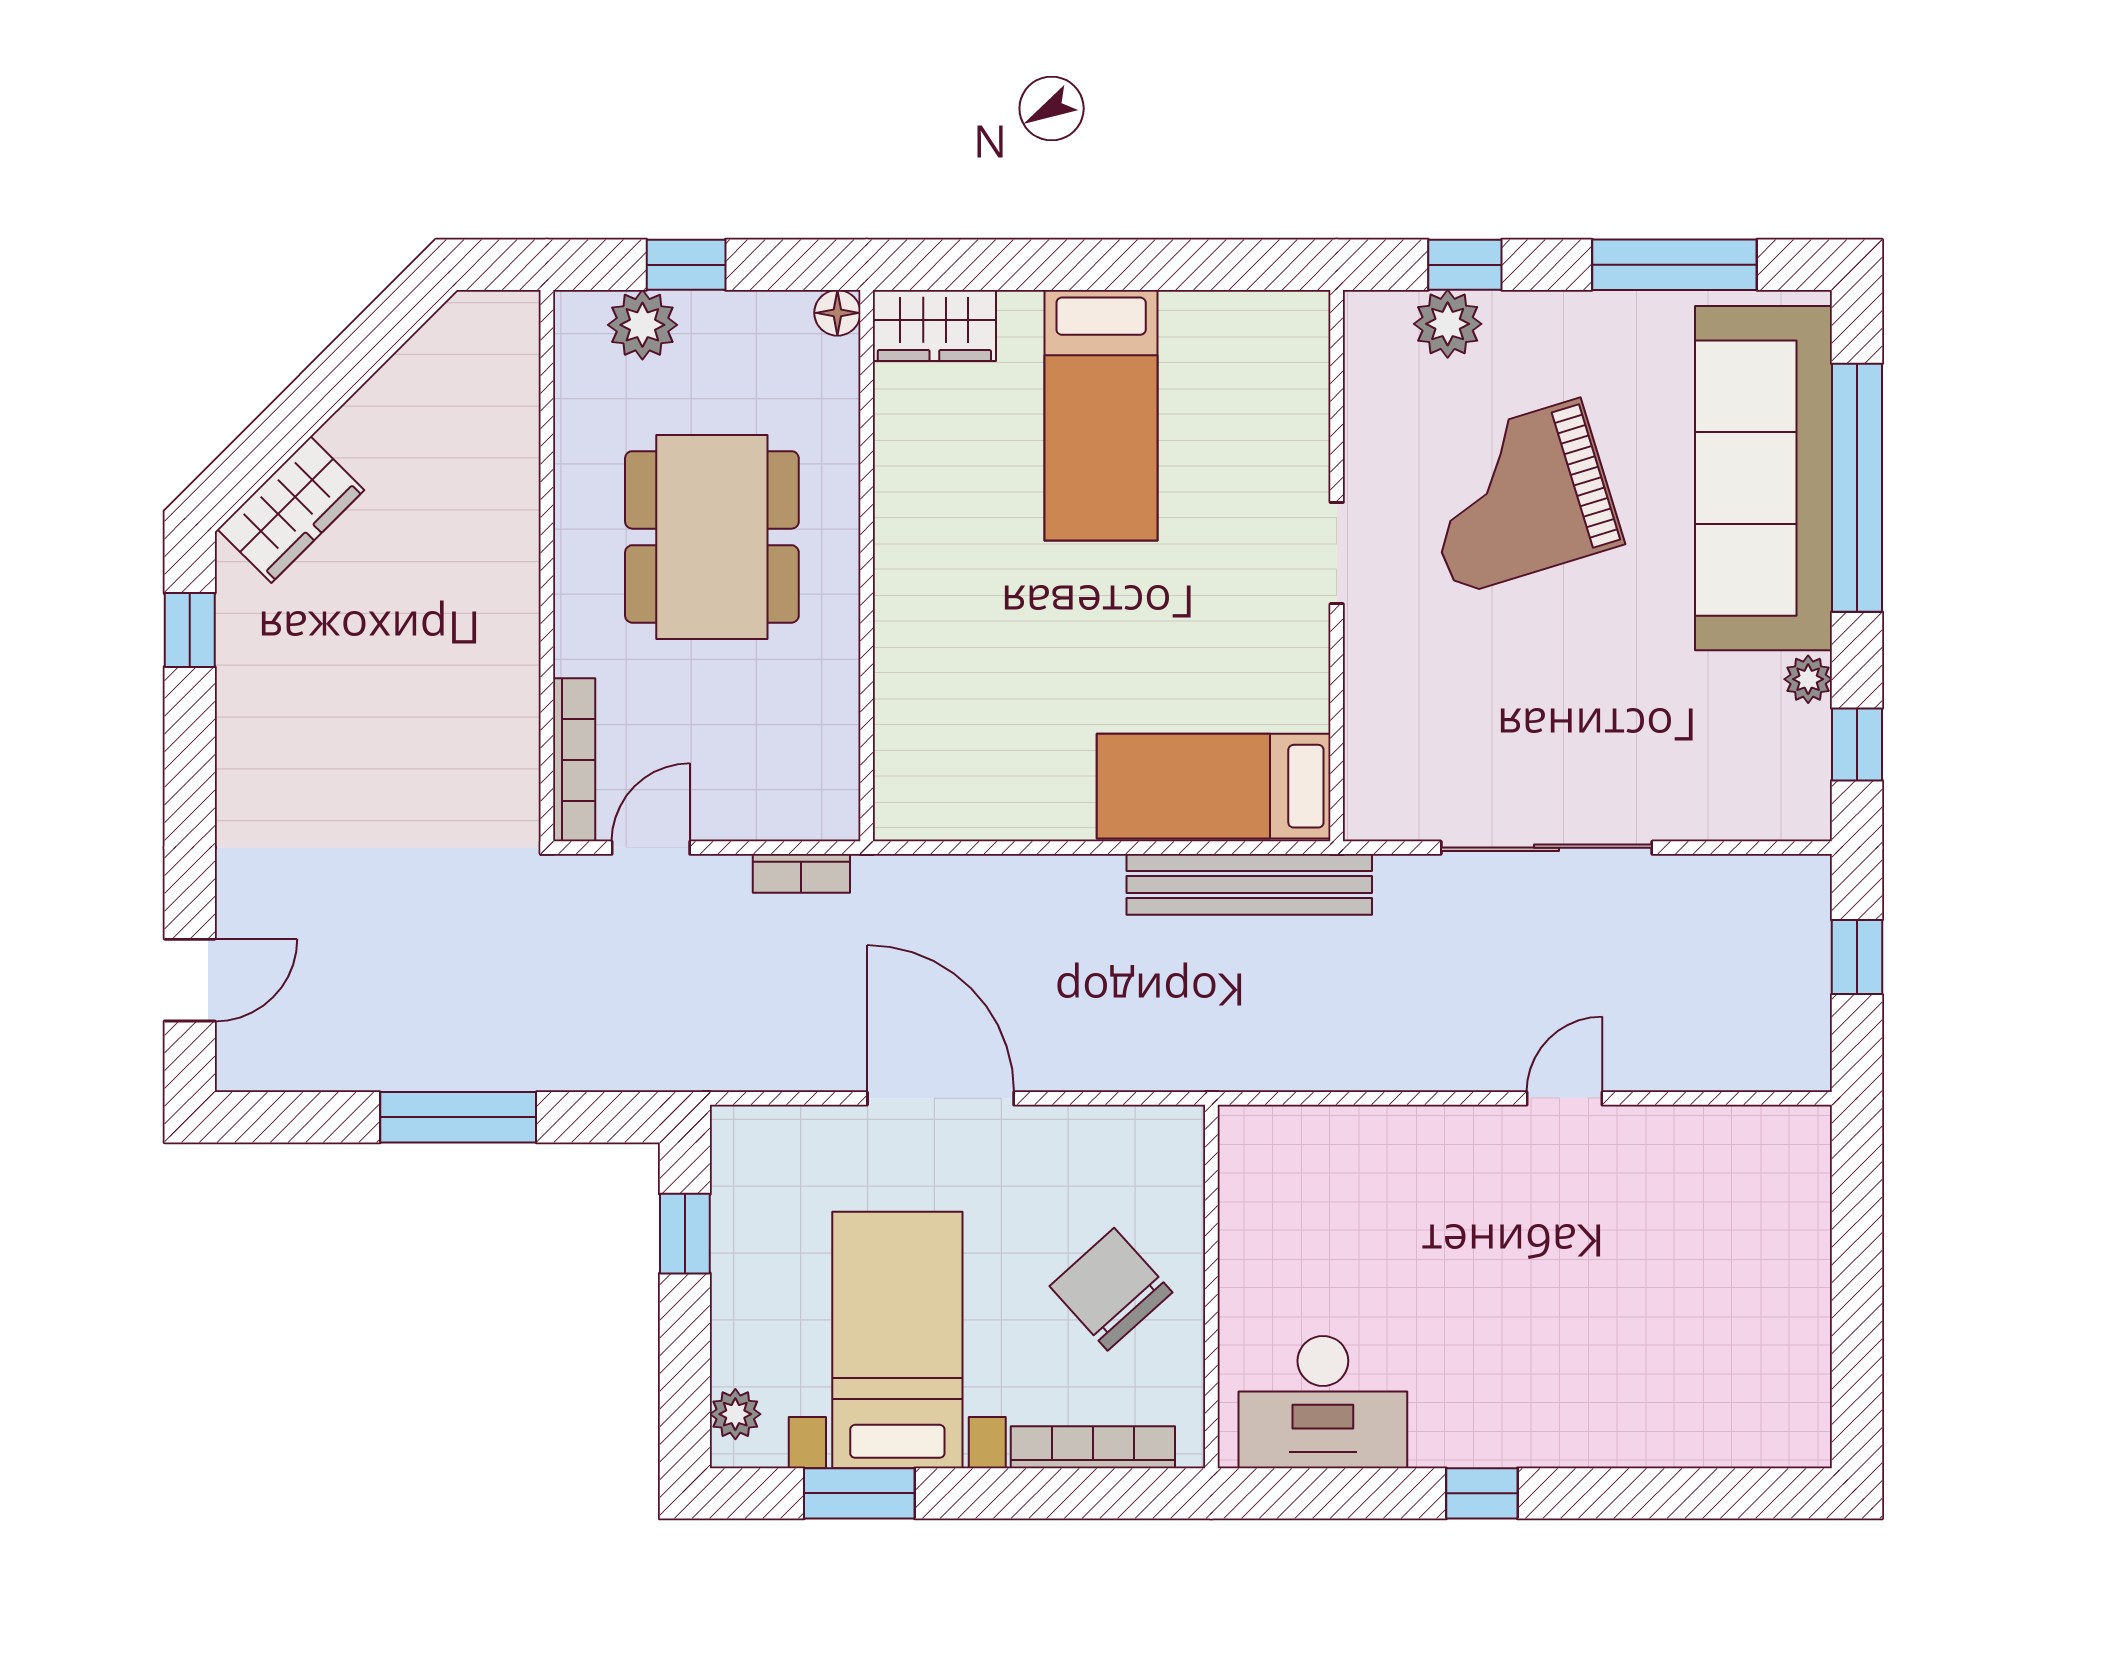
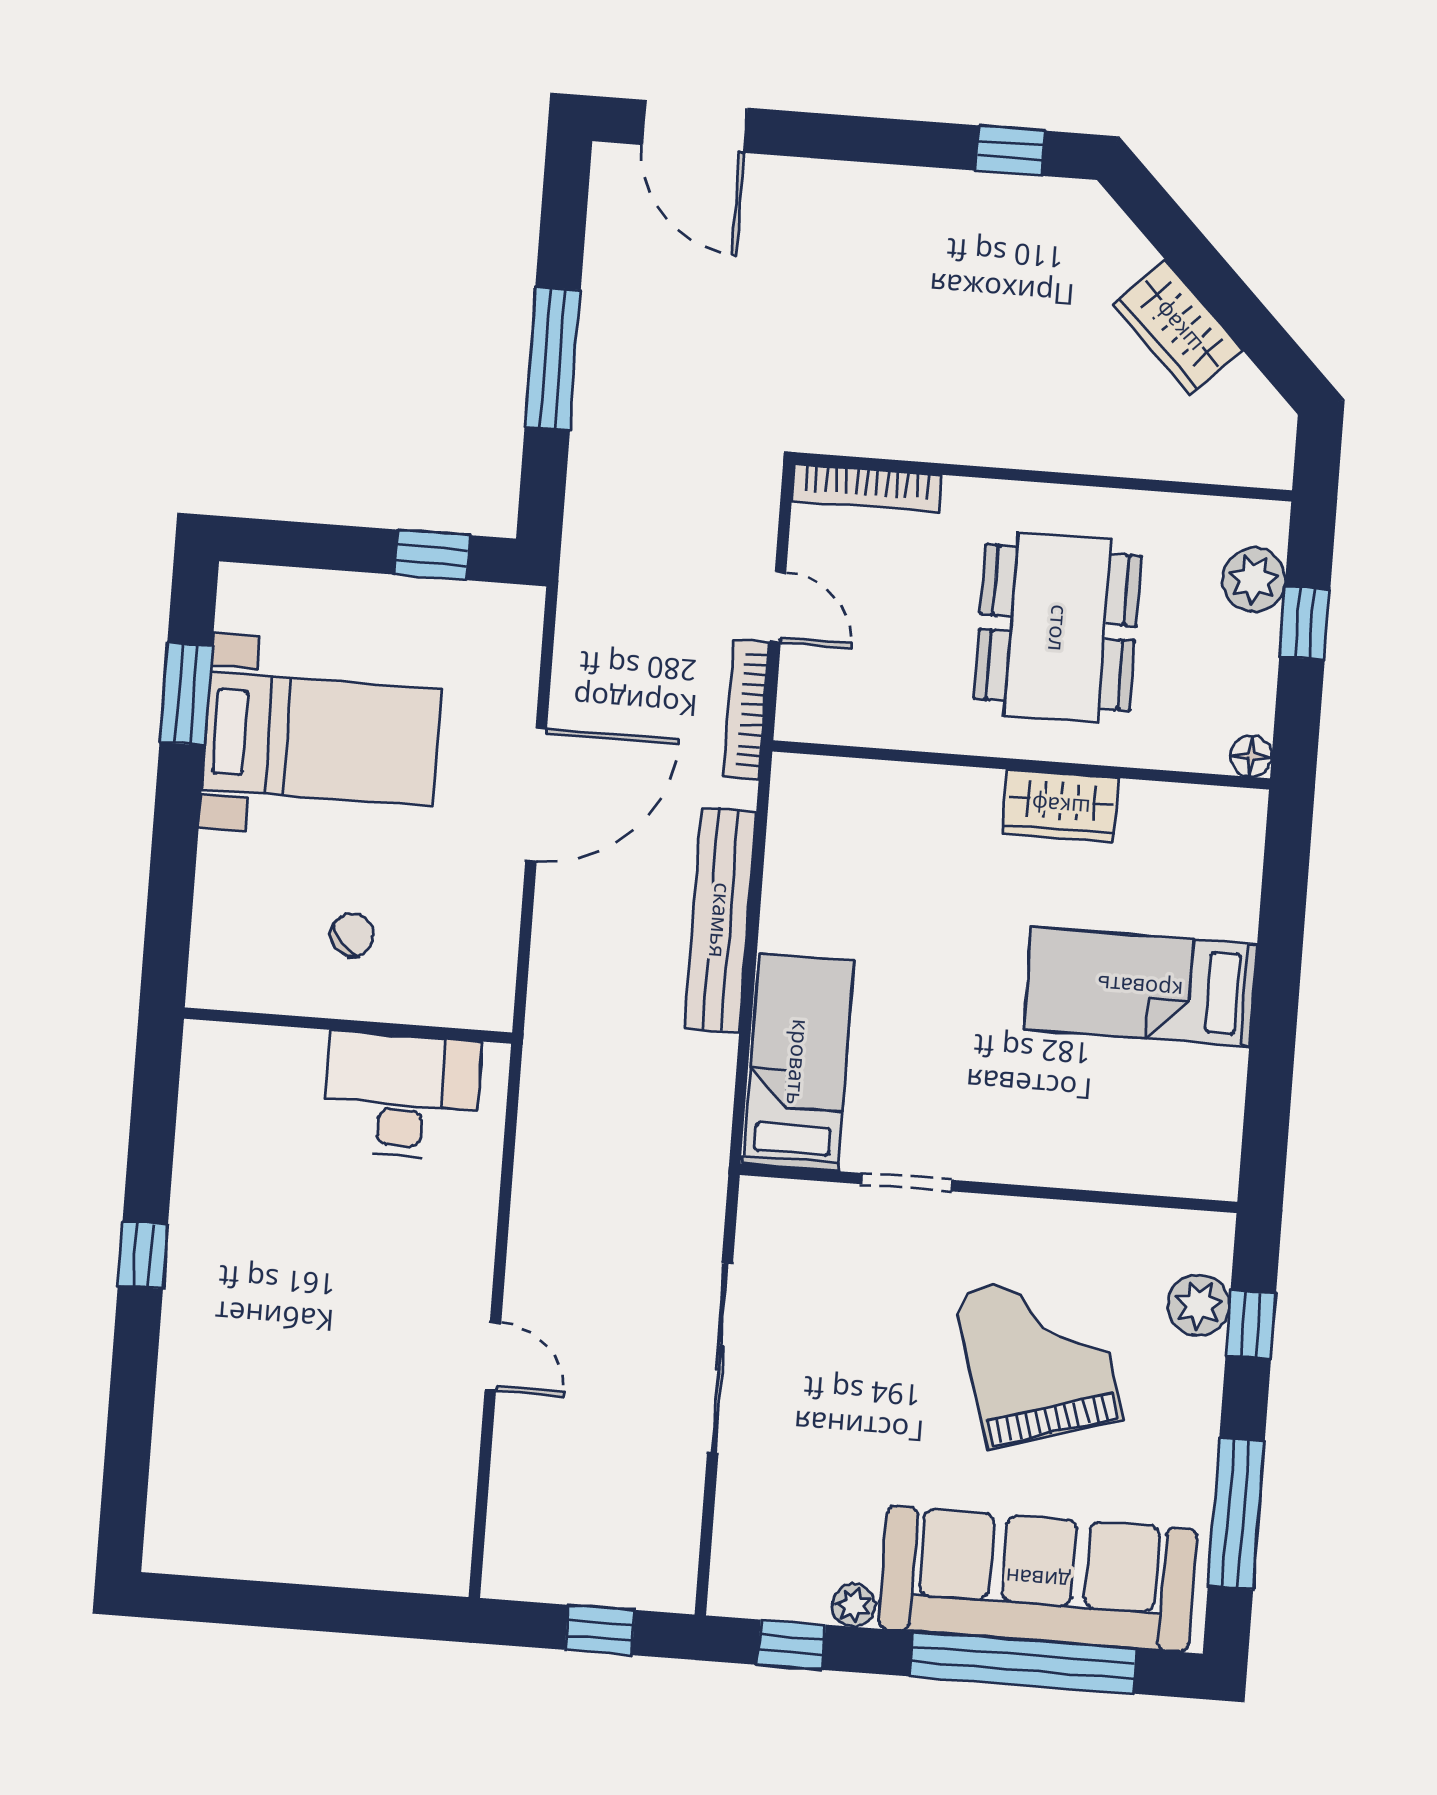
wardrobe: (934, 326) -> (1061, 806), moved, turned -90
wardrobe: (291, 510) -> (1178, 327), moved
dining table: (712, 537) -> (1058, 628), turned 90
doorway: (1337, 553) -> (906, 1182), moved
door: (651, 848) -> (778, 607), moved
bookcase: (801, 873) -> (747, 709), width x1.56
bench: (1249, 884) -> (720, 920), moved
door: (190, 980) -> (695, 126), width x1.38
chair: (1111, 1289) -> (352, 935), width x0.54, depth x0.54
desk: (1323, 1402) -> (402, 1095), moved, turned 90
plant: (735, 1414) -> (266, 588), removed
bookcase: (1093, 1447) -> (211, 908), removed

